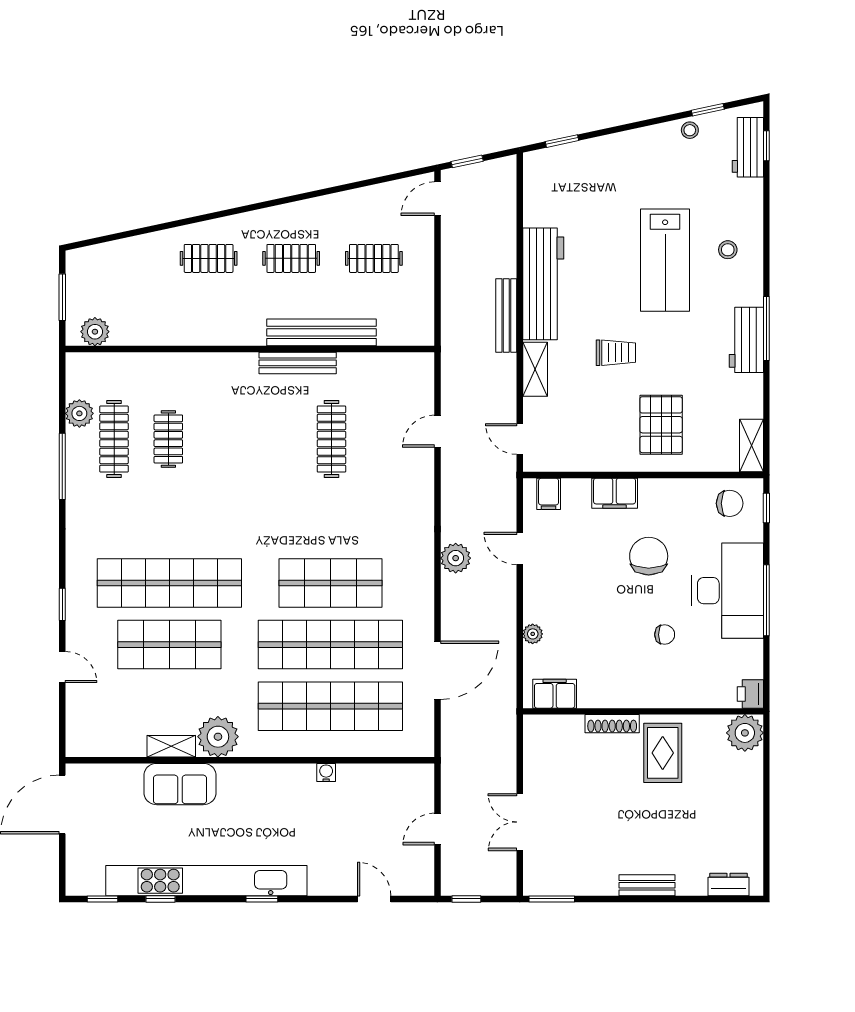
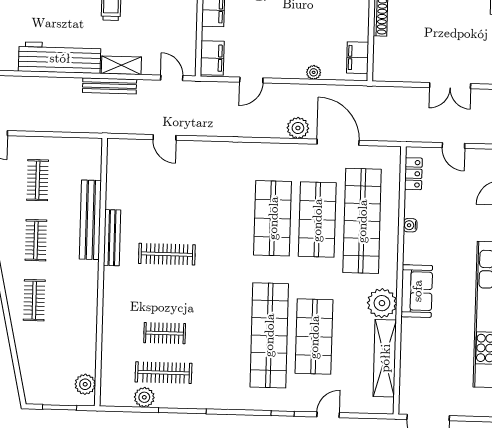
bench: (506, 315) -> (110, 86), moved
clothes rail: (331, 439) -> (167, 254), moved
door: (520, 439) -> (172, 78), swing flipped
filing cabinet: (549, 494) -> (212, 58), width x2.00
plant: (456, 558) -> (298, 128), moved
shop shelf: (330, 645) -> (317, 220), width x0.71
shelving: (171, 746) -> (385, 358), width x2.20, depth x1.33
locker: (397, 775) -> (413, 174), added
sofa: (180, 784) -> (417, 291), moved

